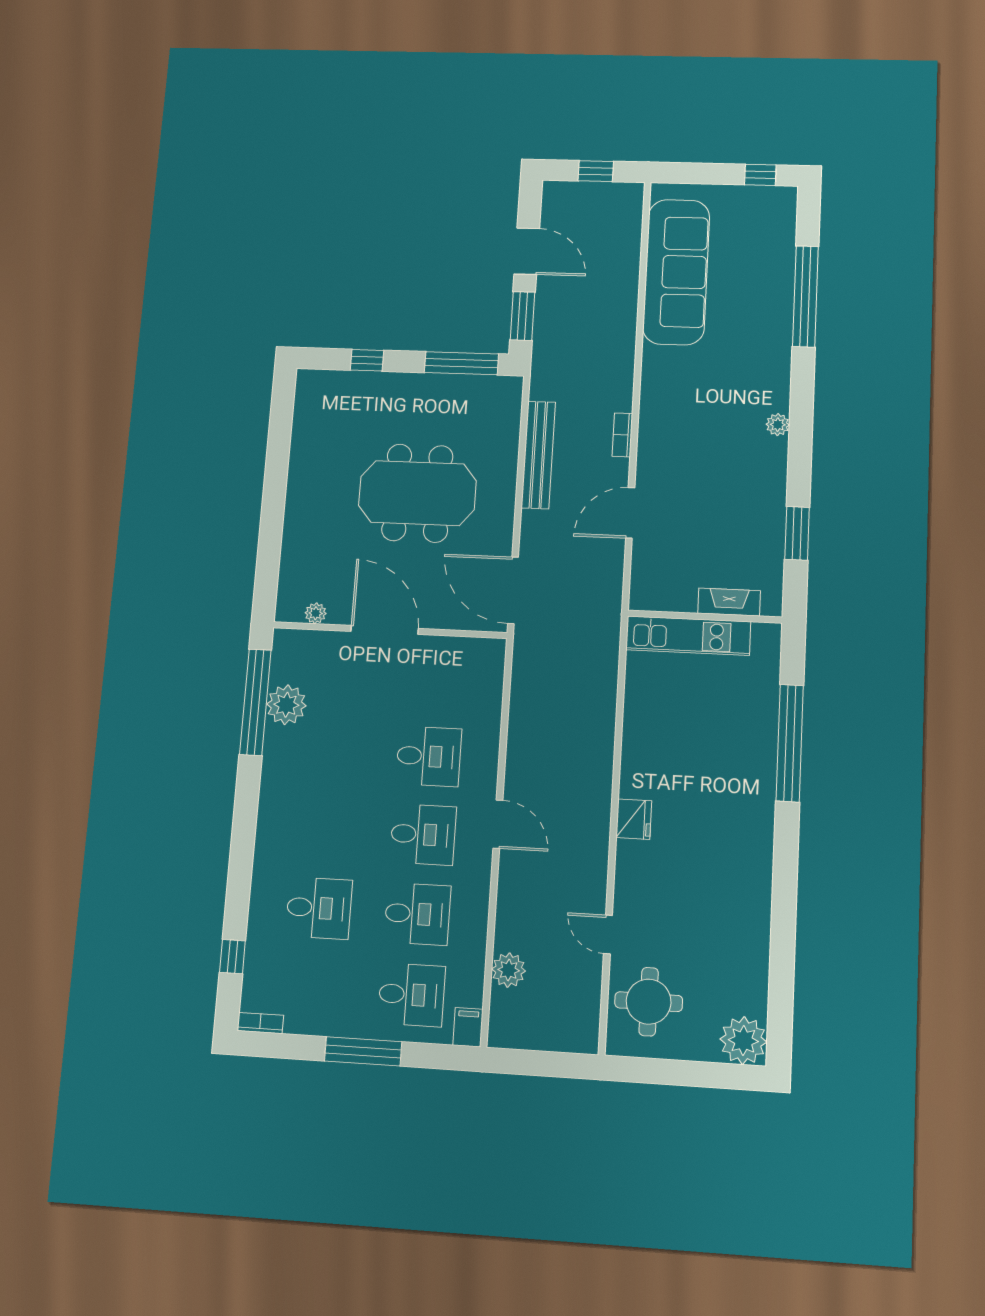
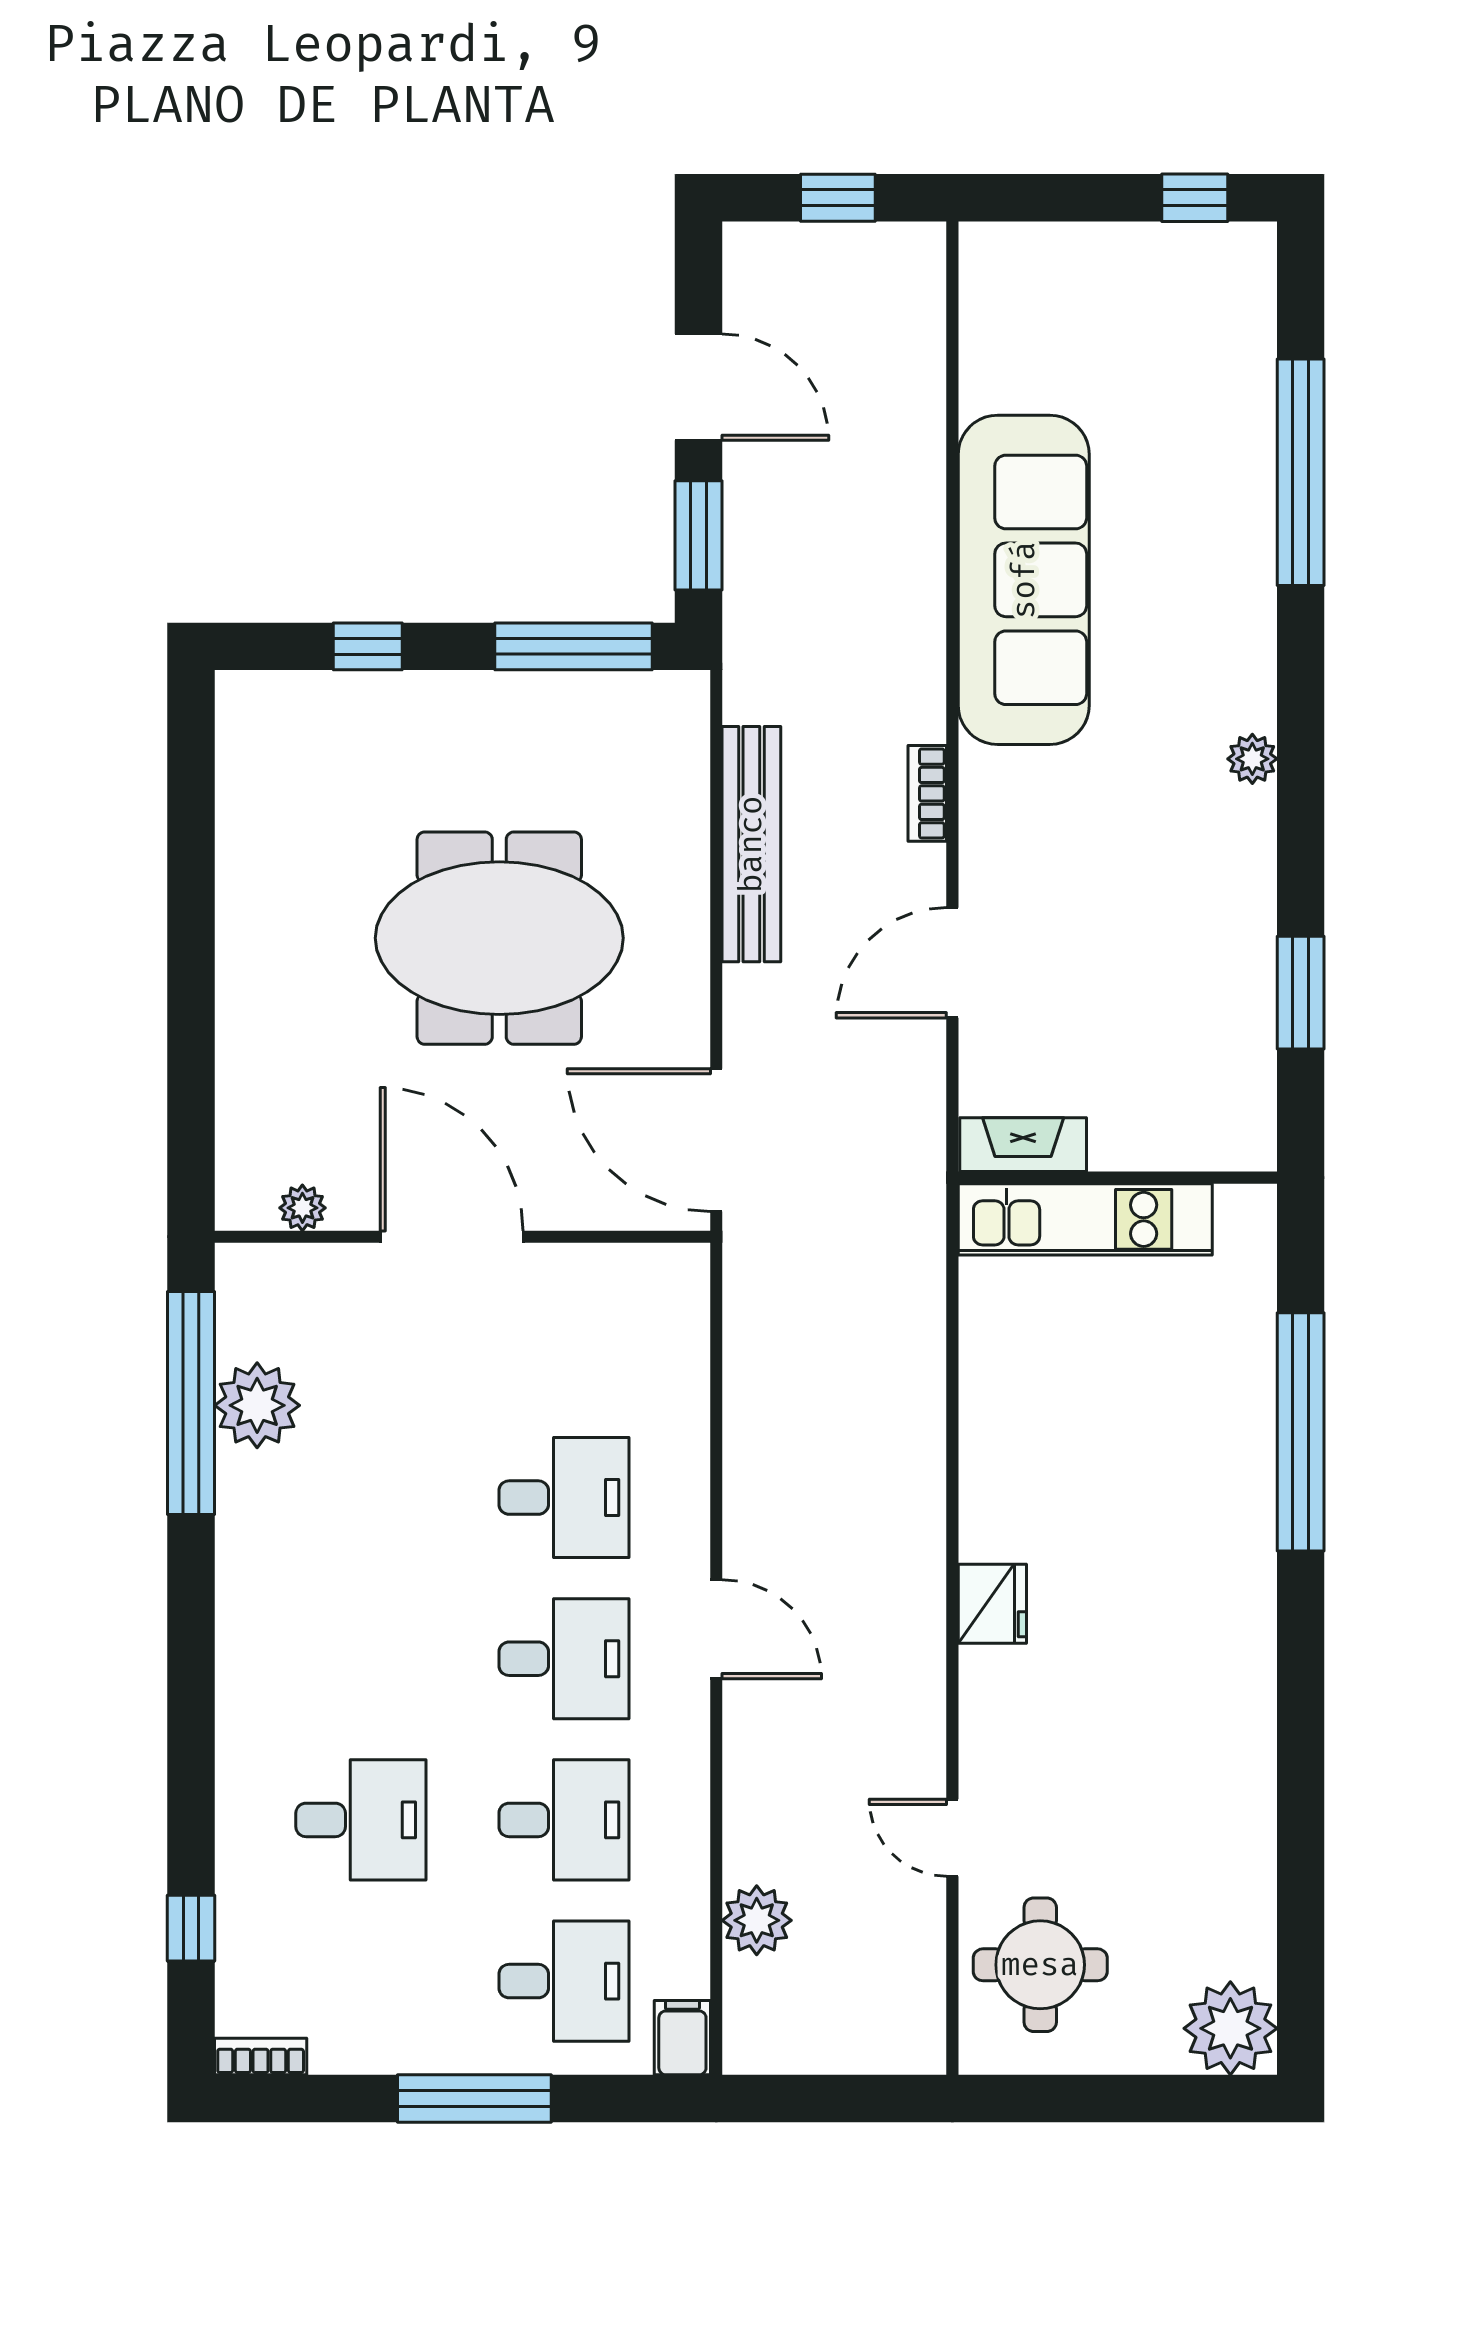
sofa: (676, 272) -> (1024, 580), moved
fireplace: (729, 602) -> (1023, 1145), moved

